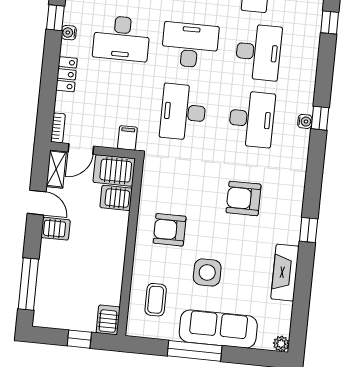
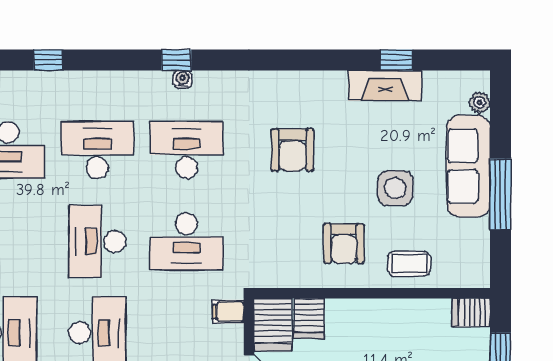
window: (309, 230) -> (396, 60), moved
coffee table: (156, 300) -> (409, 264), moved
plant: (281, 344) -> (479, 102), moved

